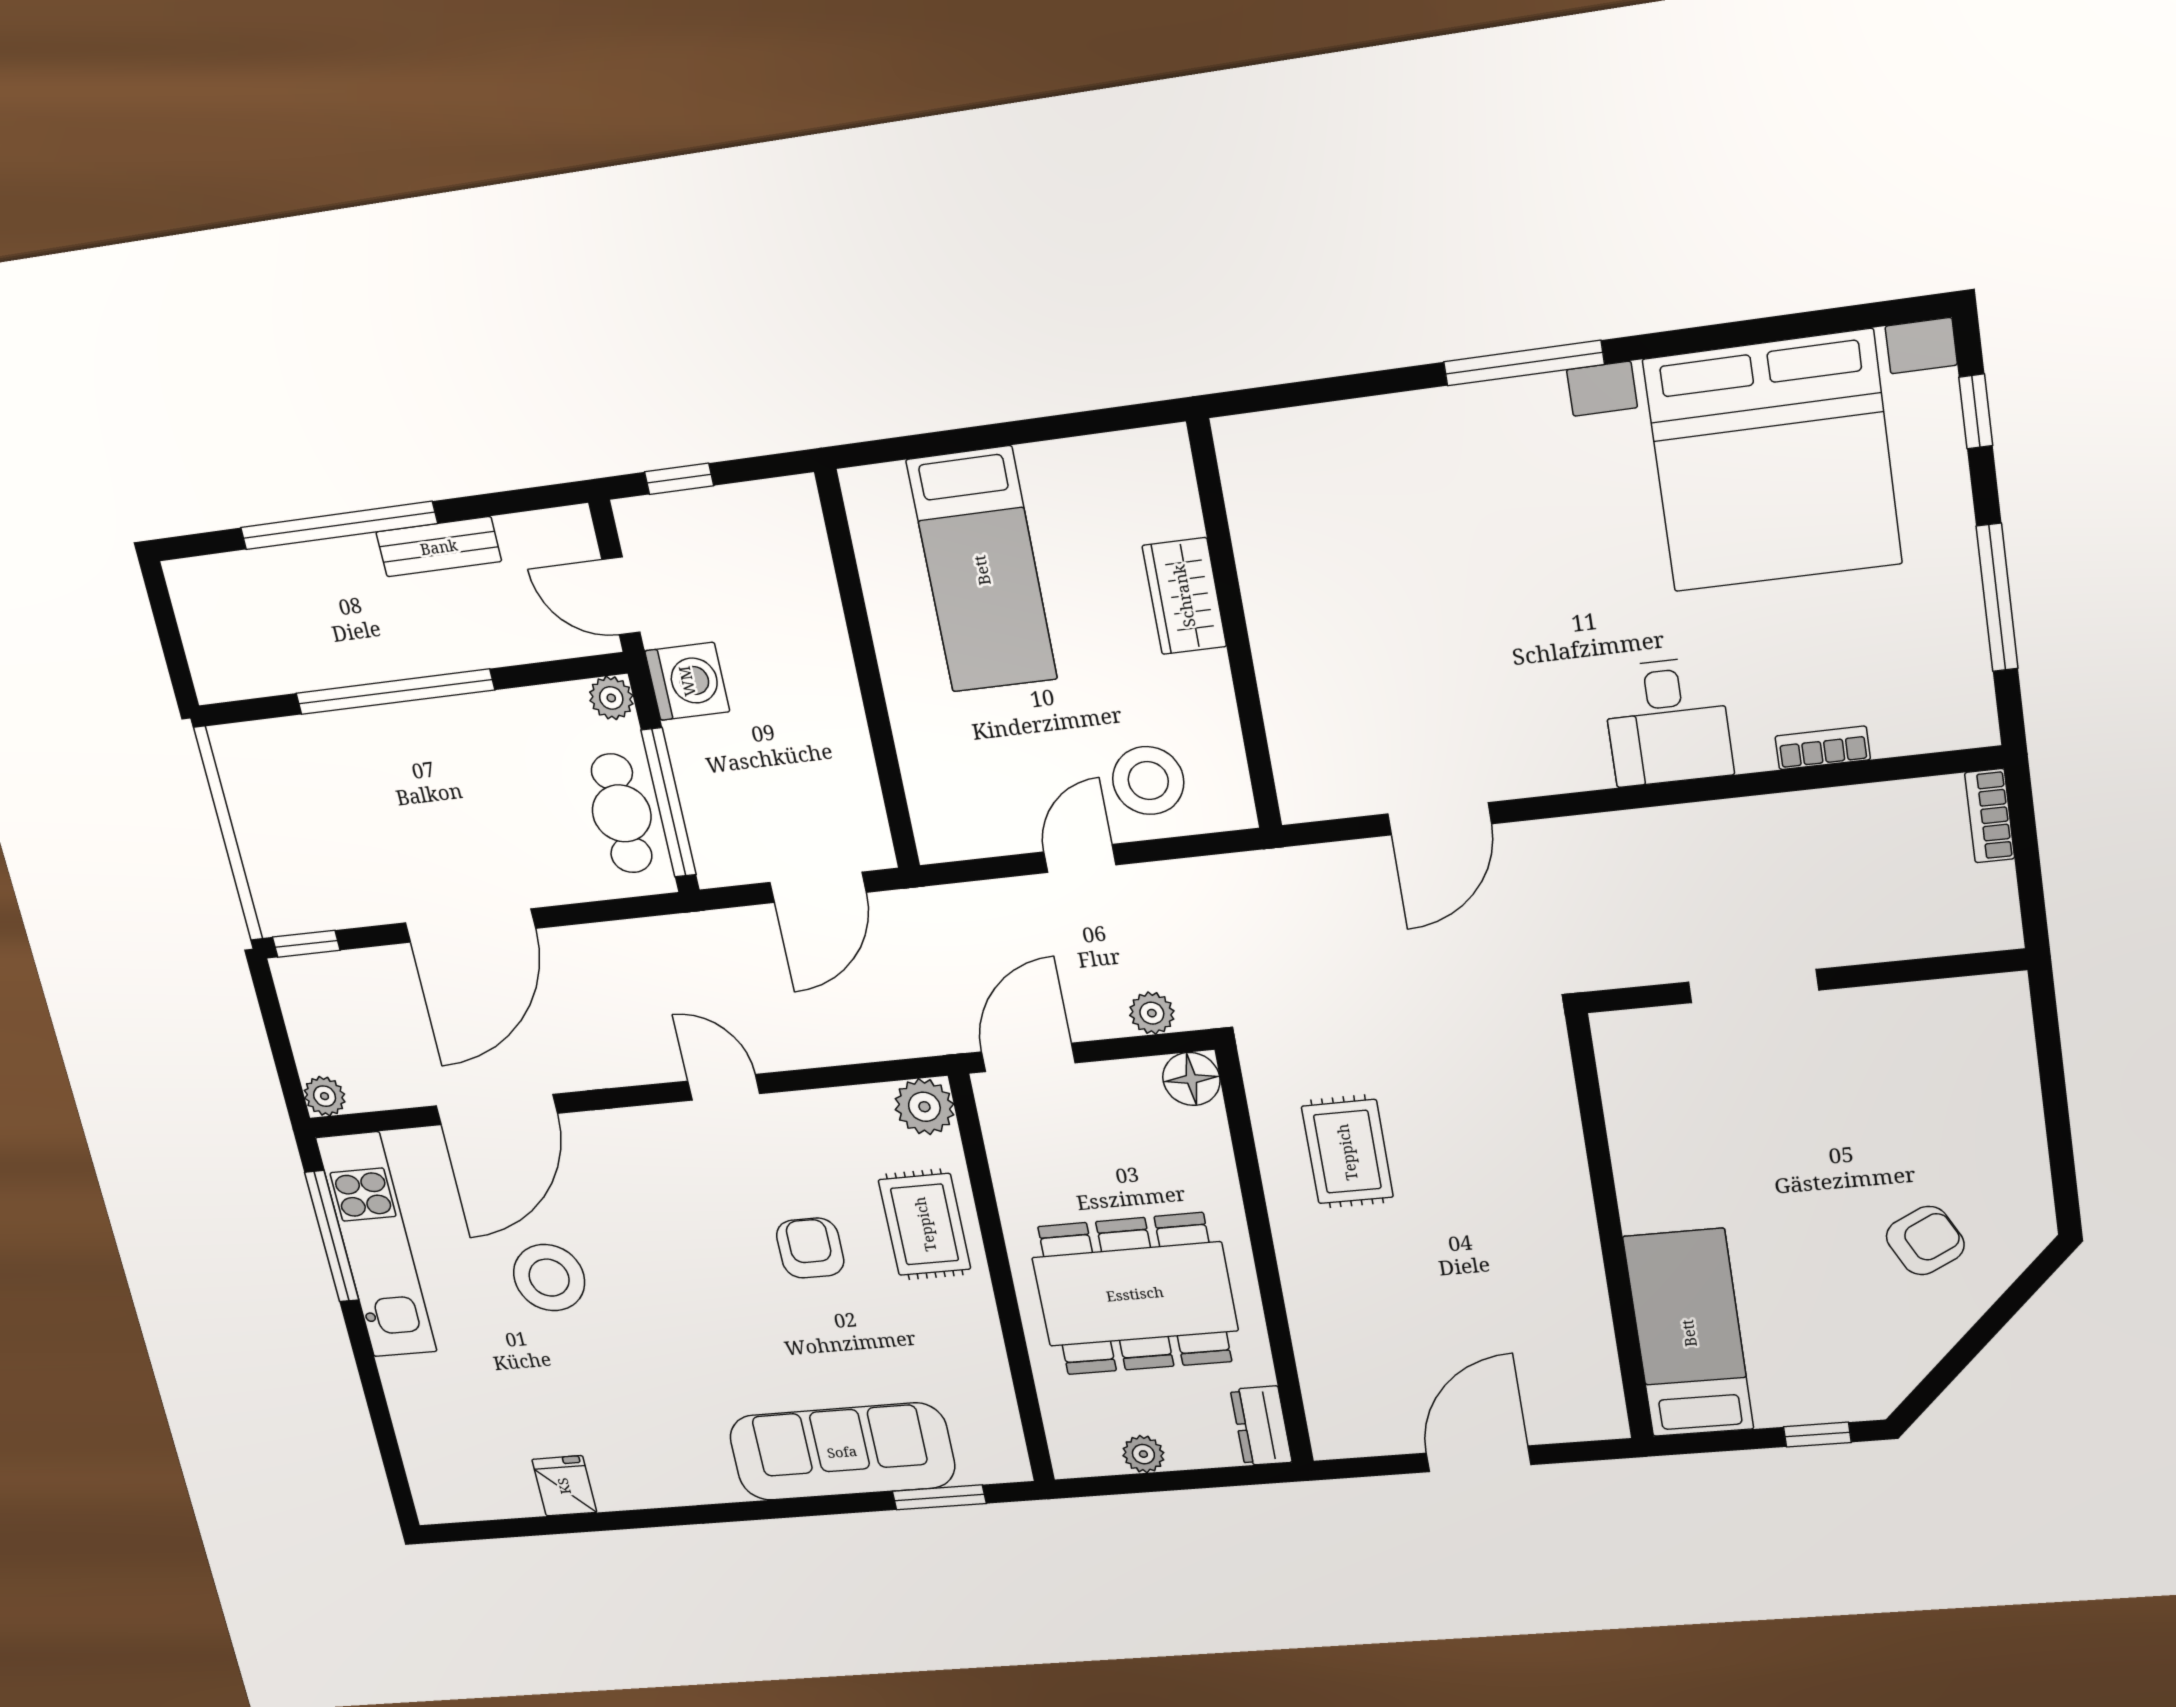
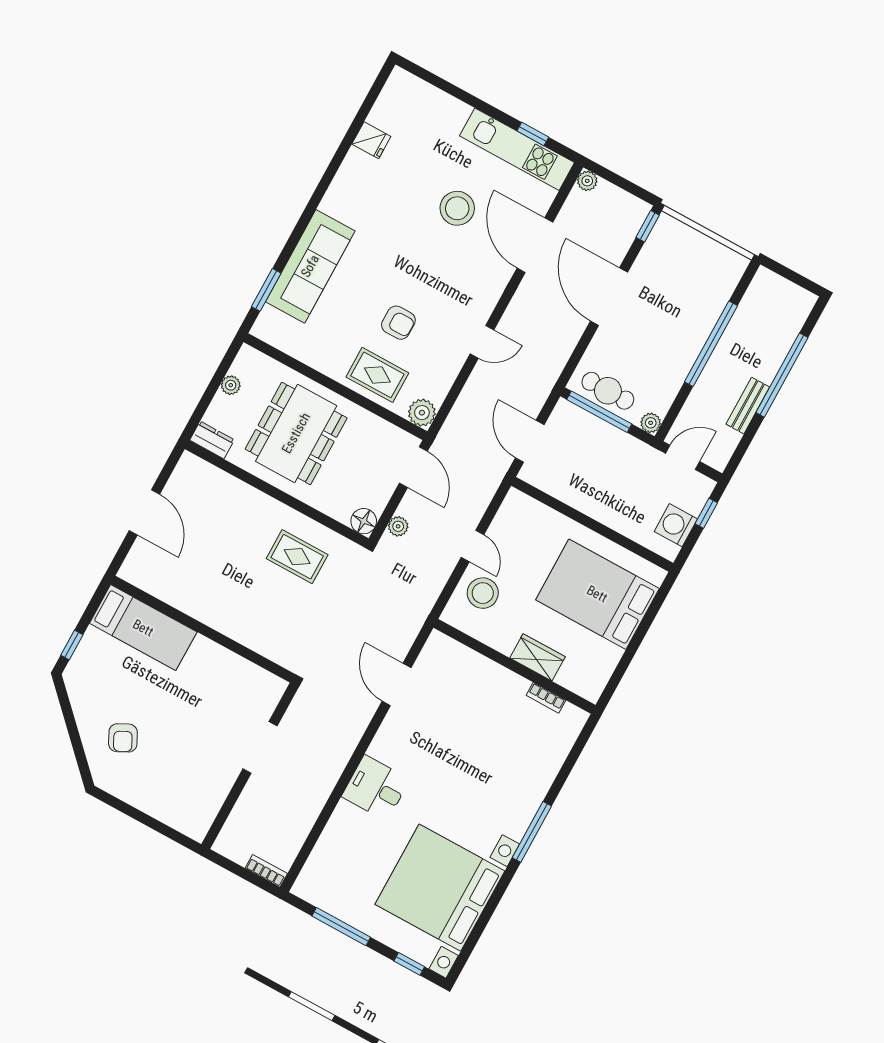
bed: (982, 570) -> (597, 594), width x1.50
washing machine: (687, 681) -> (676, 525), moved, turned 90
bookcase: (1823, 748) -> (546, 698), moved, turned 90
window: (332, 1236) -> (533, 134), width x0.46

